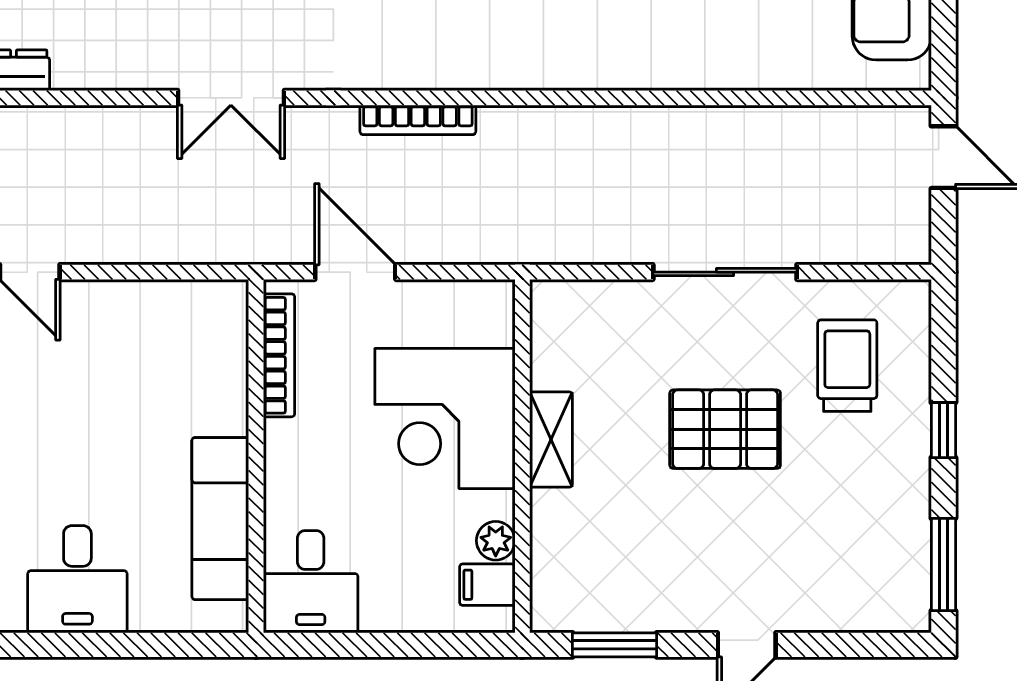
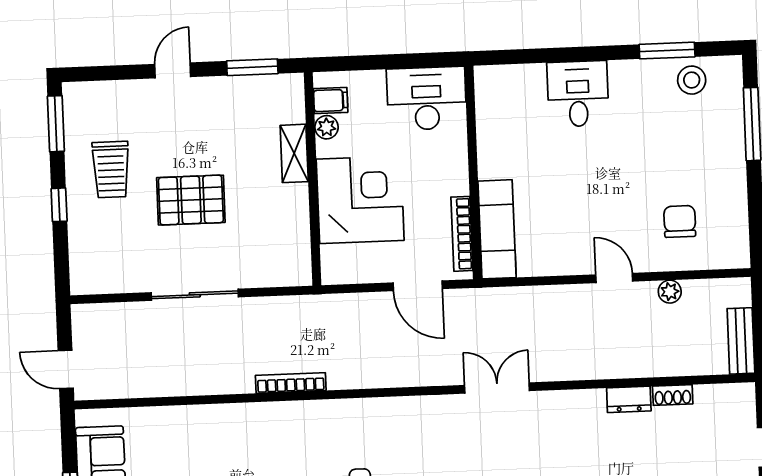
bookcase: (418, 120) -> (291, 383), moved
trolley: (847, 366) -> (111, 170), moved
shelving: (551, 440) -> (294, 153), moved
exam couch: (220, 519) -> (497, 229), moved
desk: (311, 582) -> (427, 98), width x1.37

